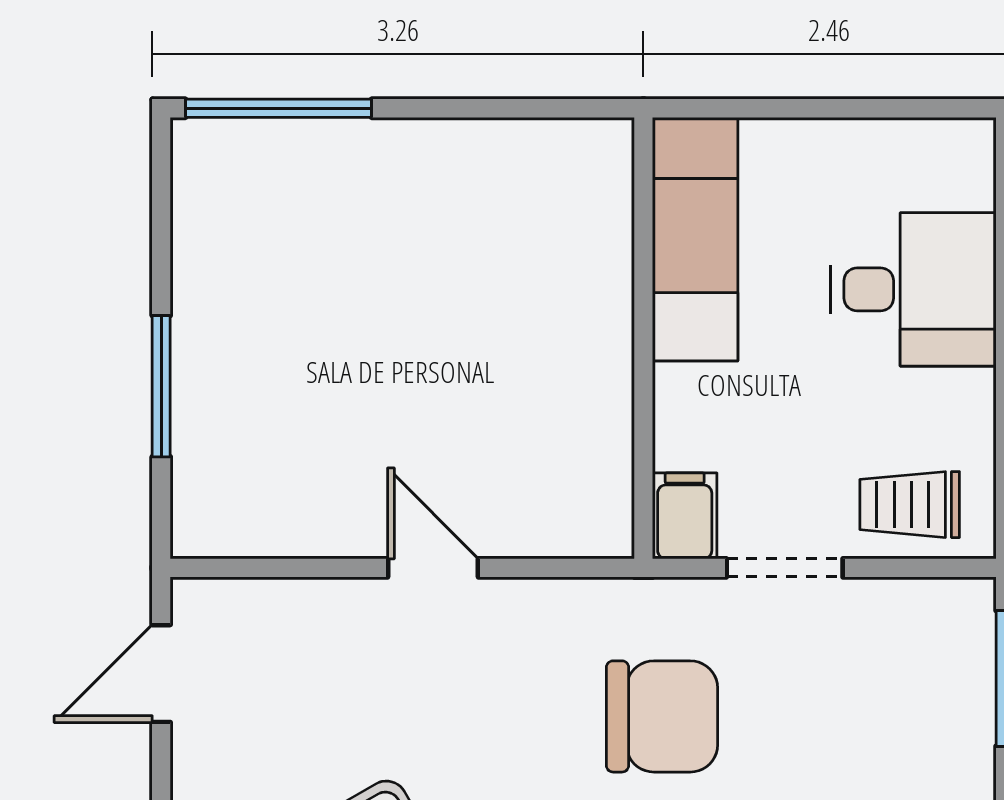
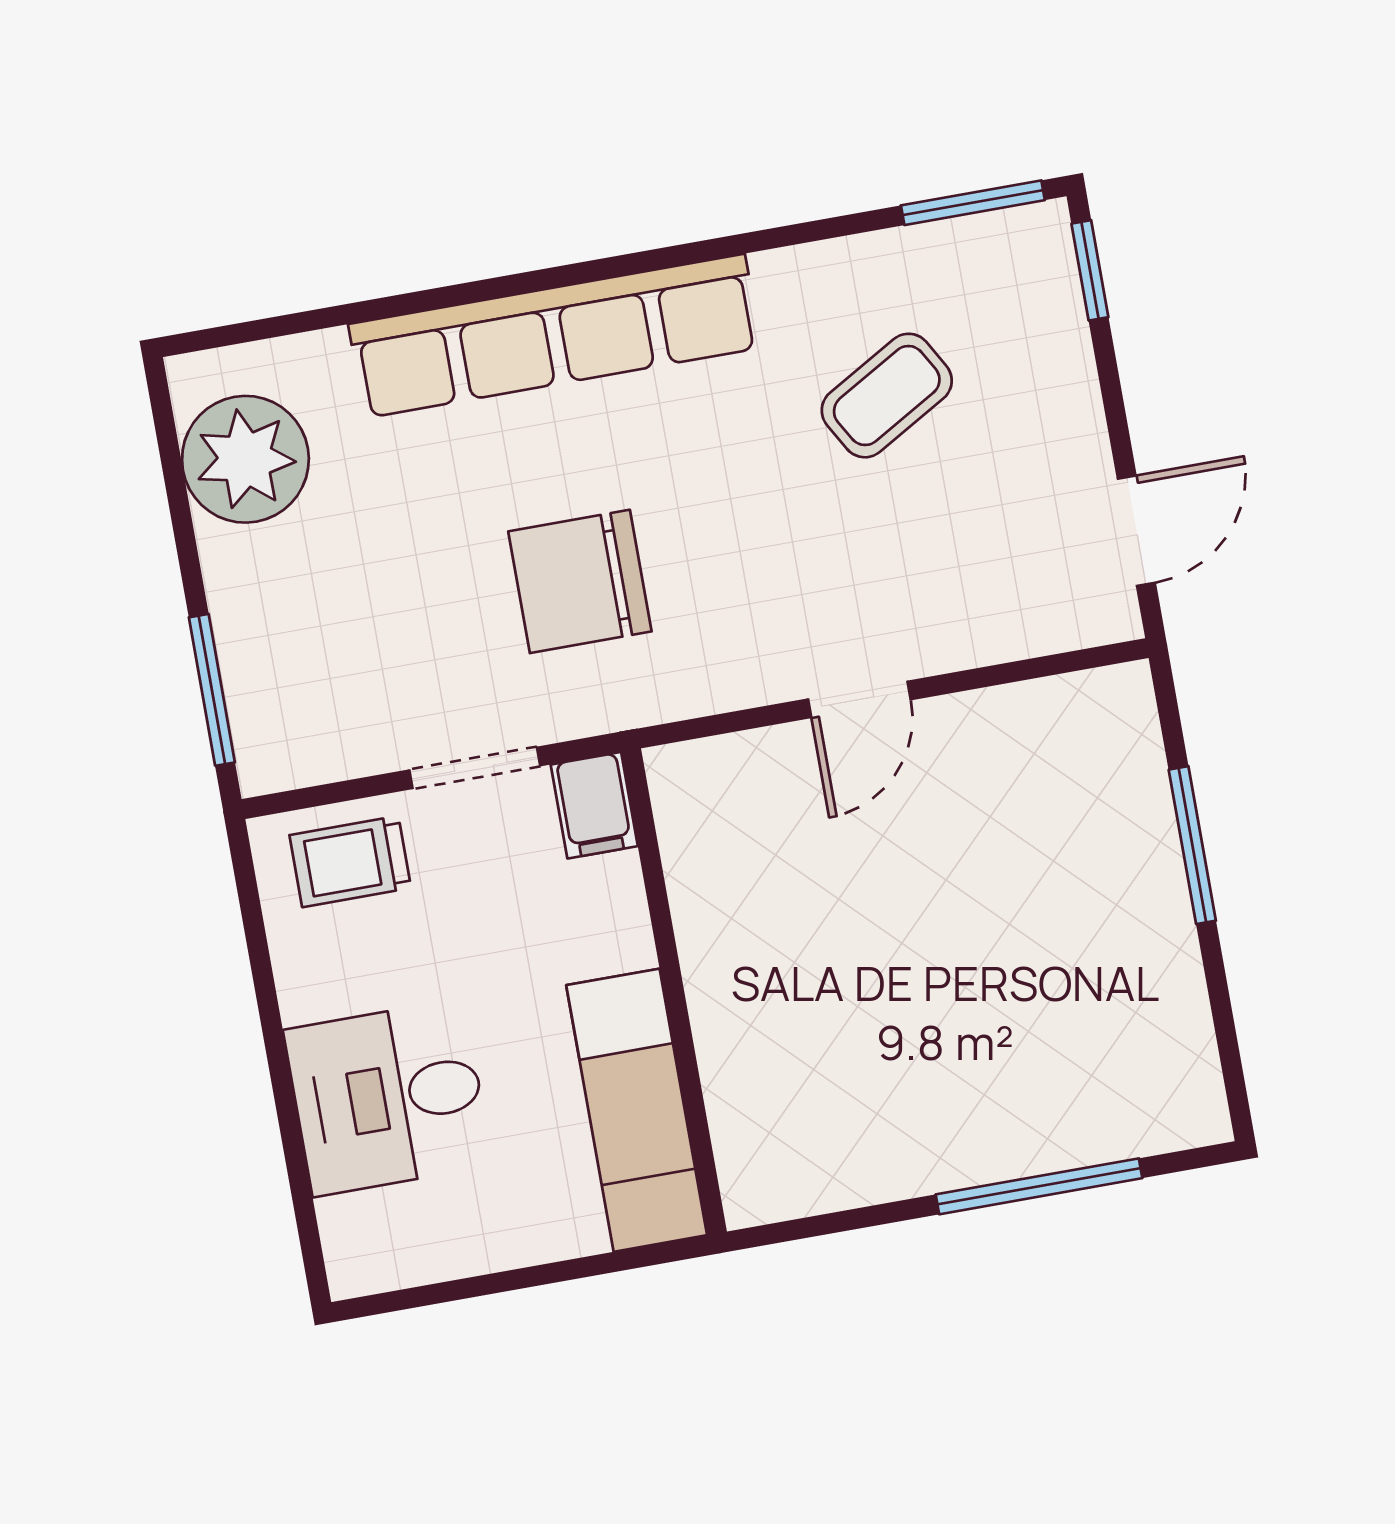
window: (279, 108) -> (1039, 1186), moved
trolley: (910, 505) -> (350, 861), turned 180
door: (433, 568) -> (859, 699), hinge flipped

